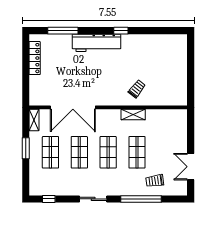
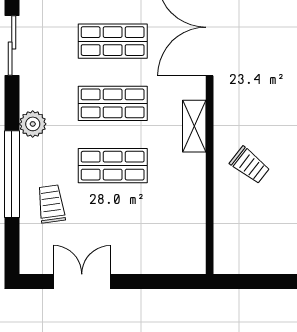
shelving: (133, 115) -> (194, 126), moved
plant: (118, 189) -> (33, 124), added
sliding door: (93, 199) -> (12, 45), moved

